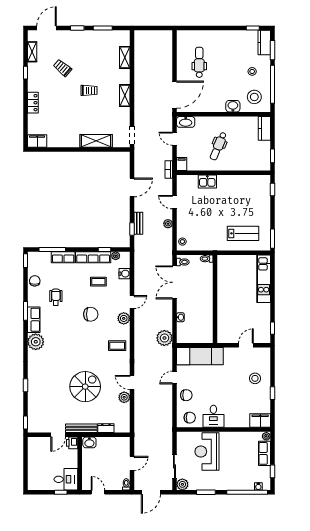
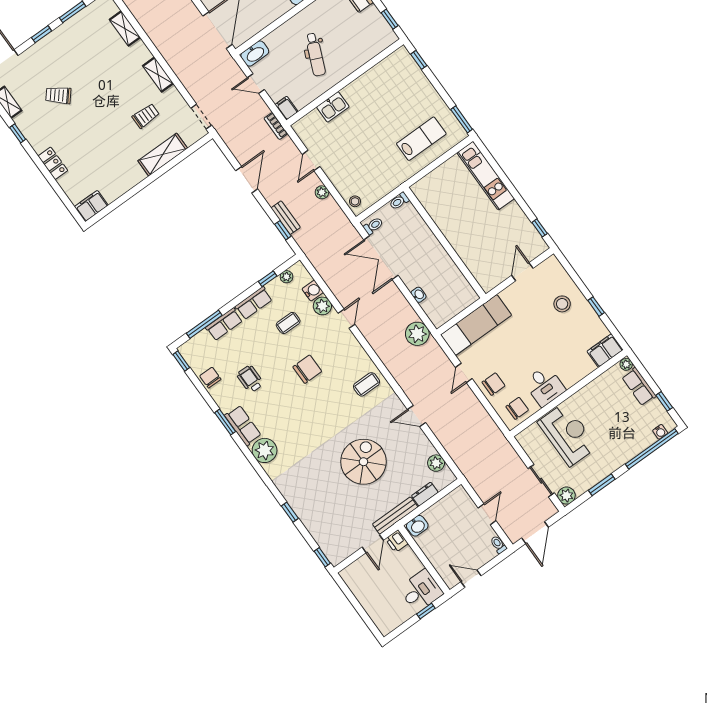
trolley: (89, 90) -> (146, 116), moved
door: (174, 202) -> (311, 160), hinge flipped
row of seats: (93, 257) -> (254, 303), width x0.68
plant: (124, 318) -> (322, 306), moved
plant: (124, 397) -> (436, 463), moved
reception desk: (207, 452) -> (568, 434), turned 180

